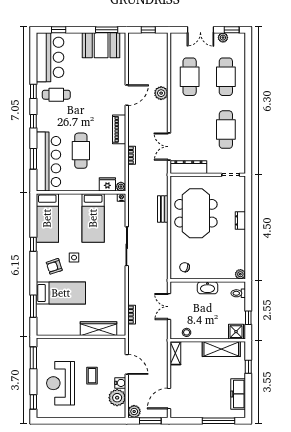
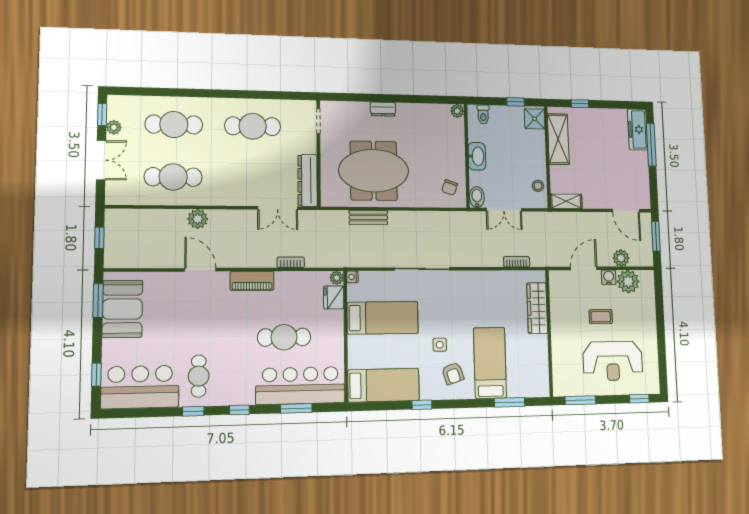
bidet: (178, 287) -> (477, 197), added
freezer: (238, 394) -> (638, 129), moved, turned 90
plant: (134, 412) -> (621, 258), moved

